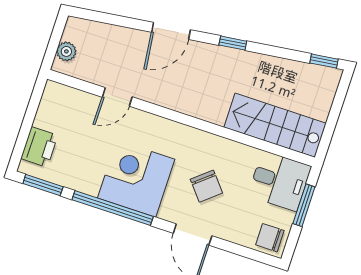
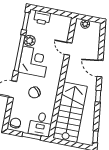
stairs: (275, 125) -> (70, 112), width x1.36, depth x1.51
plant: (88, 182) -> (30, 41), added

